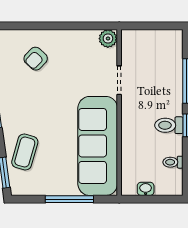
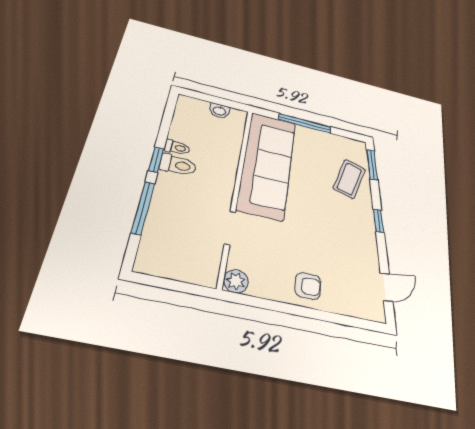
armchair: (36, 59) -> (308, 286), moved, turned 46
toilet: (173, 162) -> (177, 148), moved

